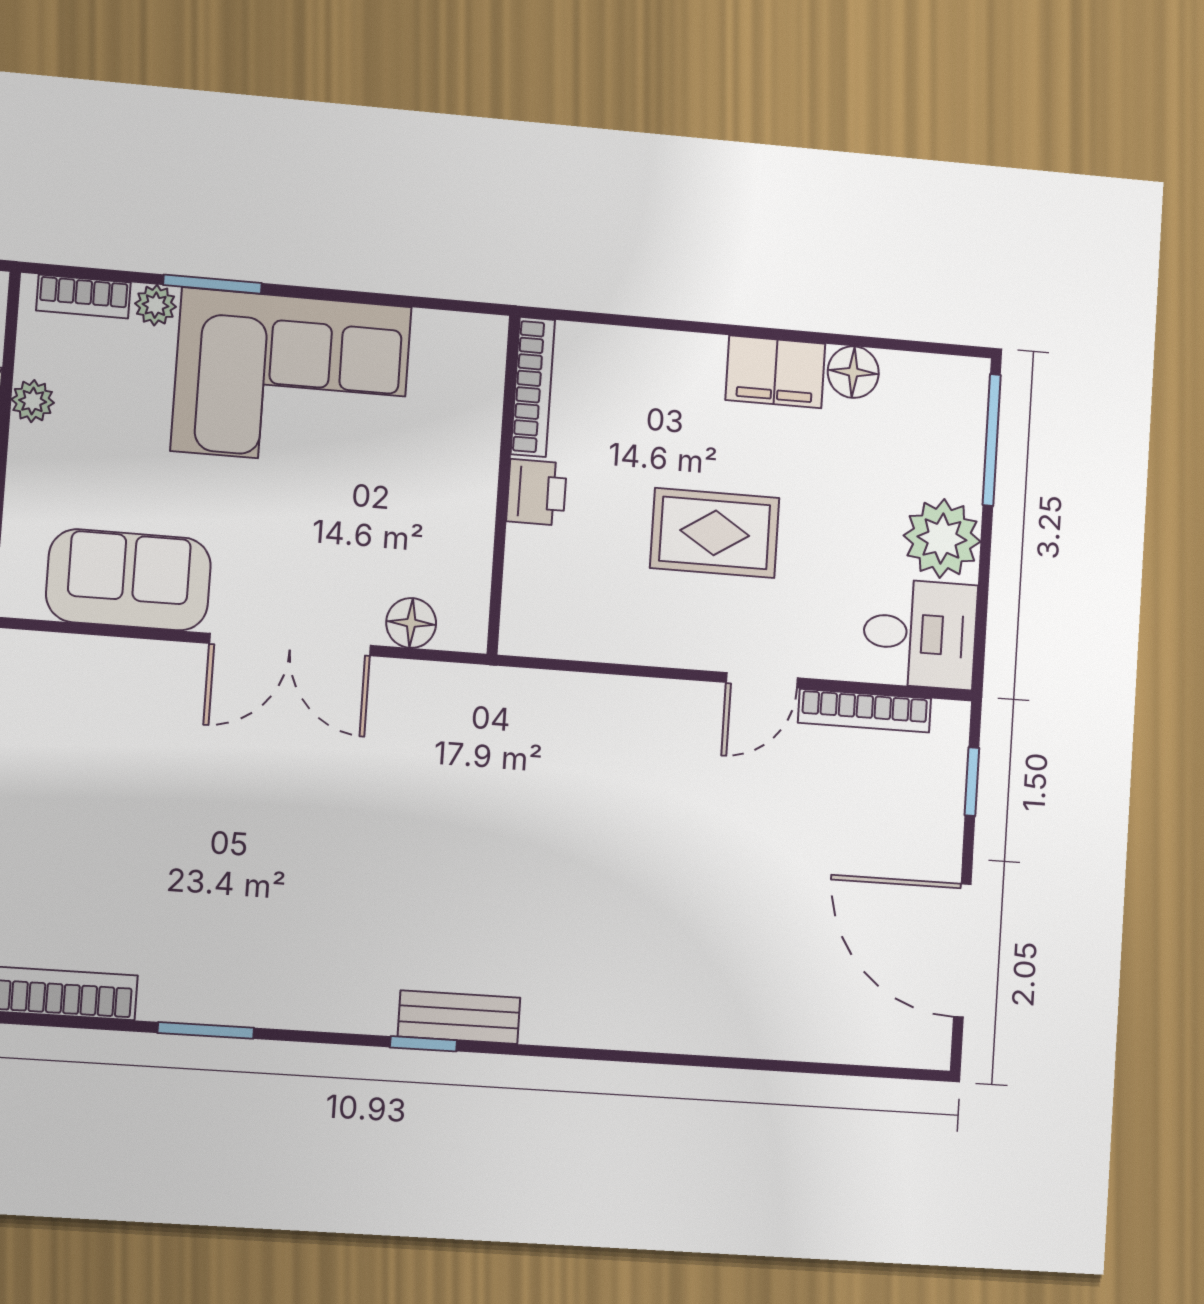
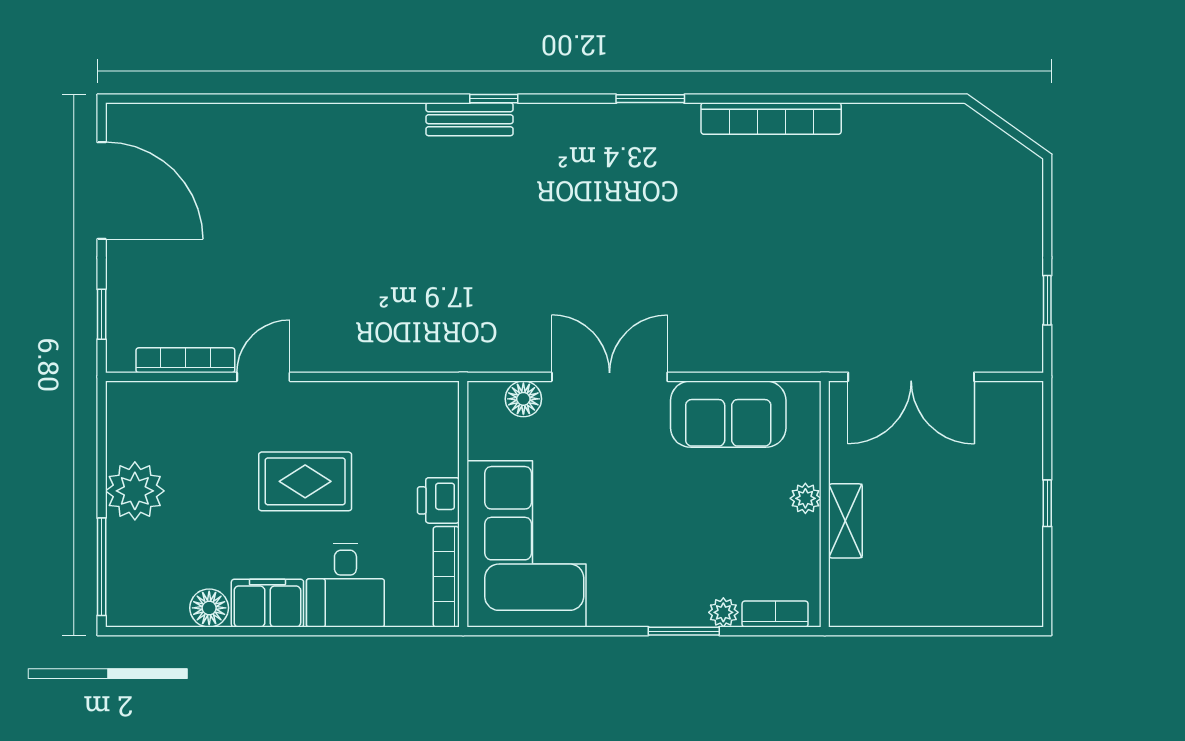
corner sofa: (291, 379) -> (527, 544), moved, turned 90
plant: (33, 401) -> (805, 498), moved
desk: (920, 634) -> (345, 585), moved, turned -90

